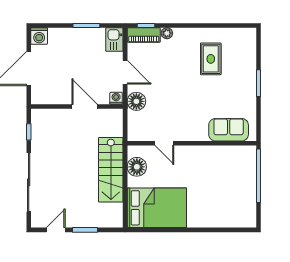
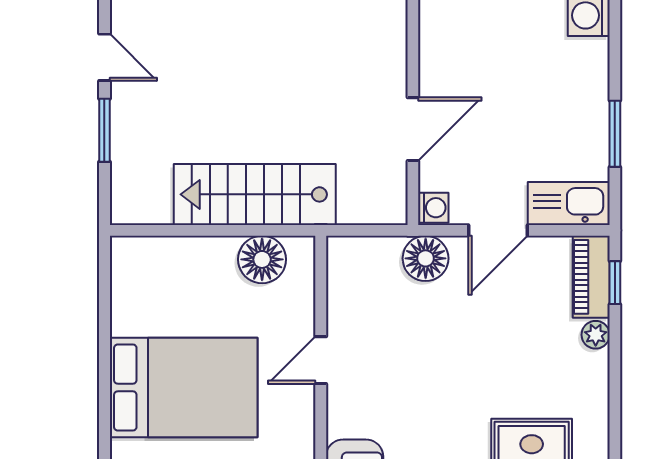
kitchen sink: (114, 40) -> (569, 203), width x1.38
door: (164, 143) -> (321, 360), moved
bed: (157, 208) -> (184, 388), moved, turned -90

